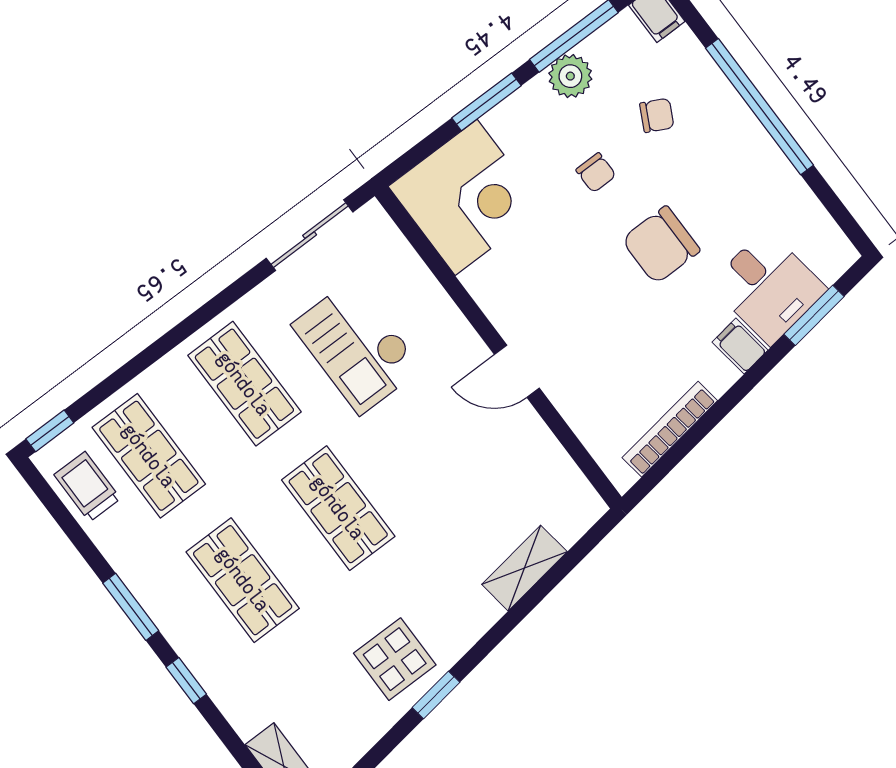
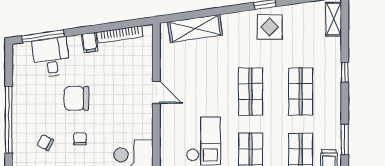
chair: (661, 245) -> (76, 98), turned 180
window: (814, 315) -> (43, 36), width x1.44
filing cabinet: (740, 346) -> (90, 43), moved
shelving: (524, 568) -> (195, 29), width x1.50, depth x1.33
window: (131, 607) -> (345, 139), moved

